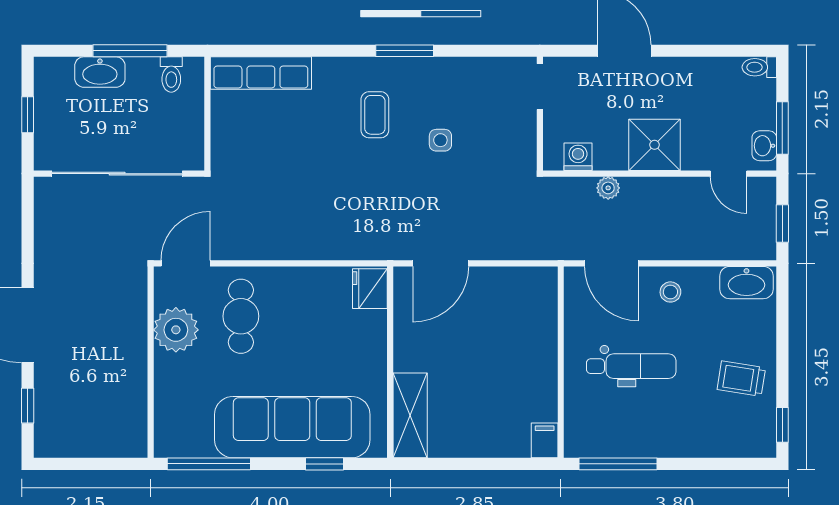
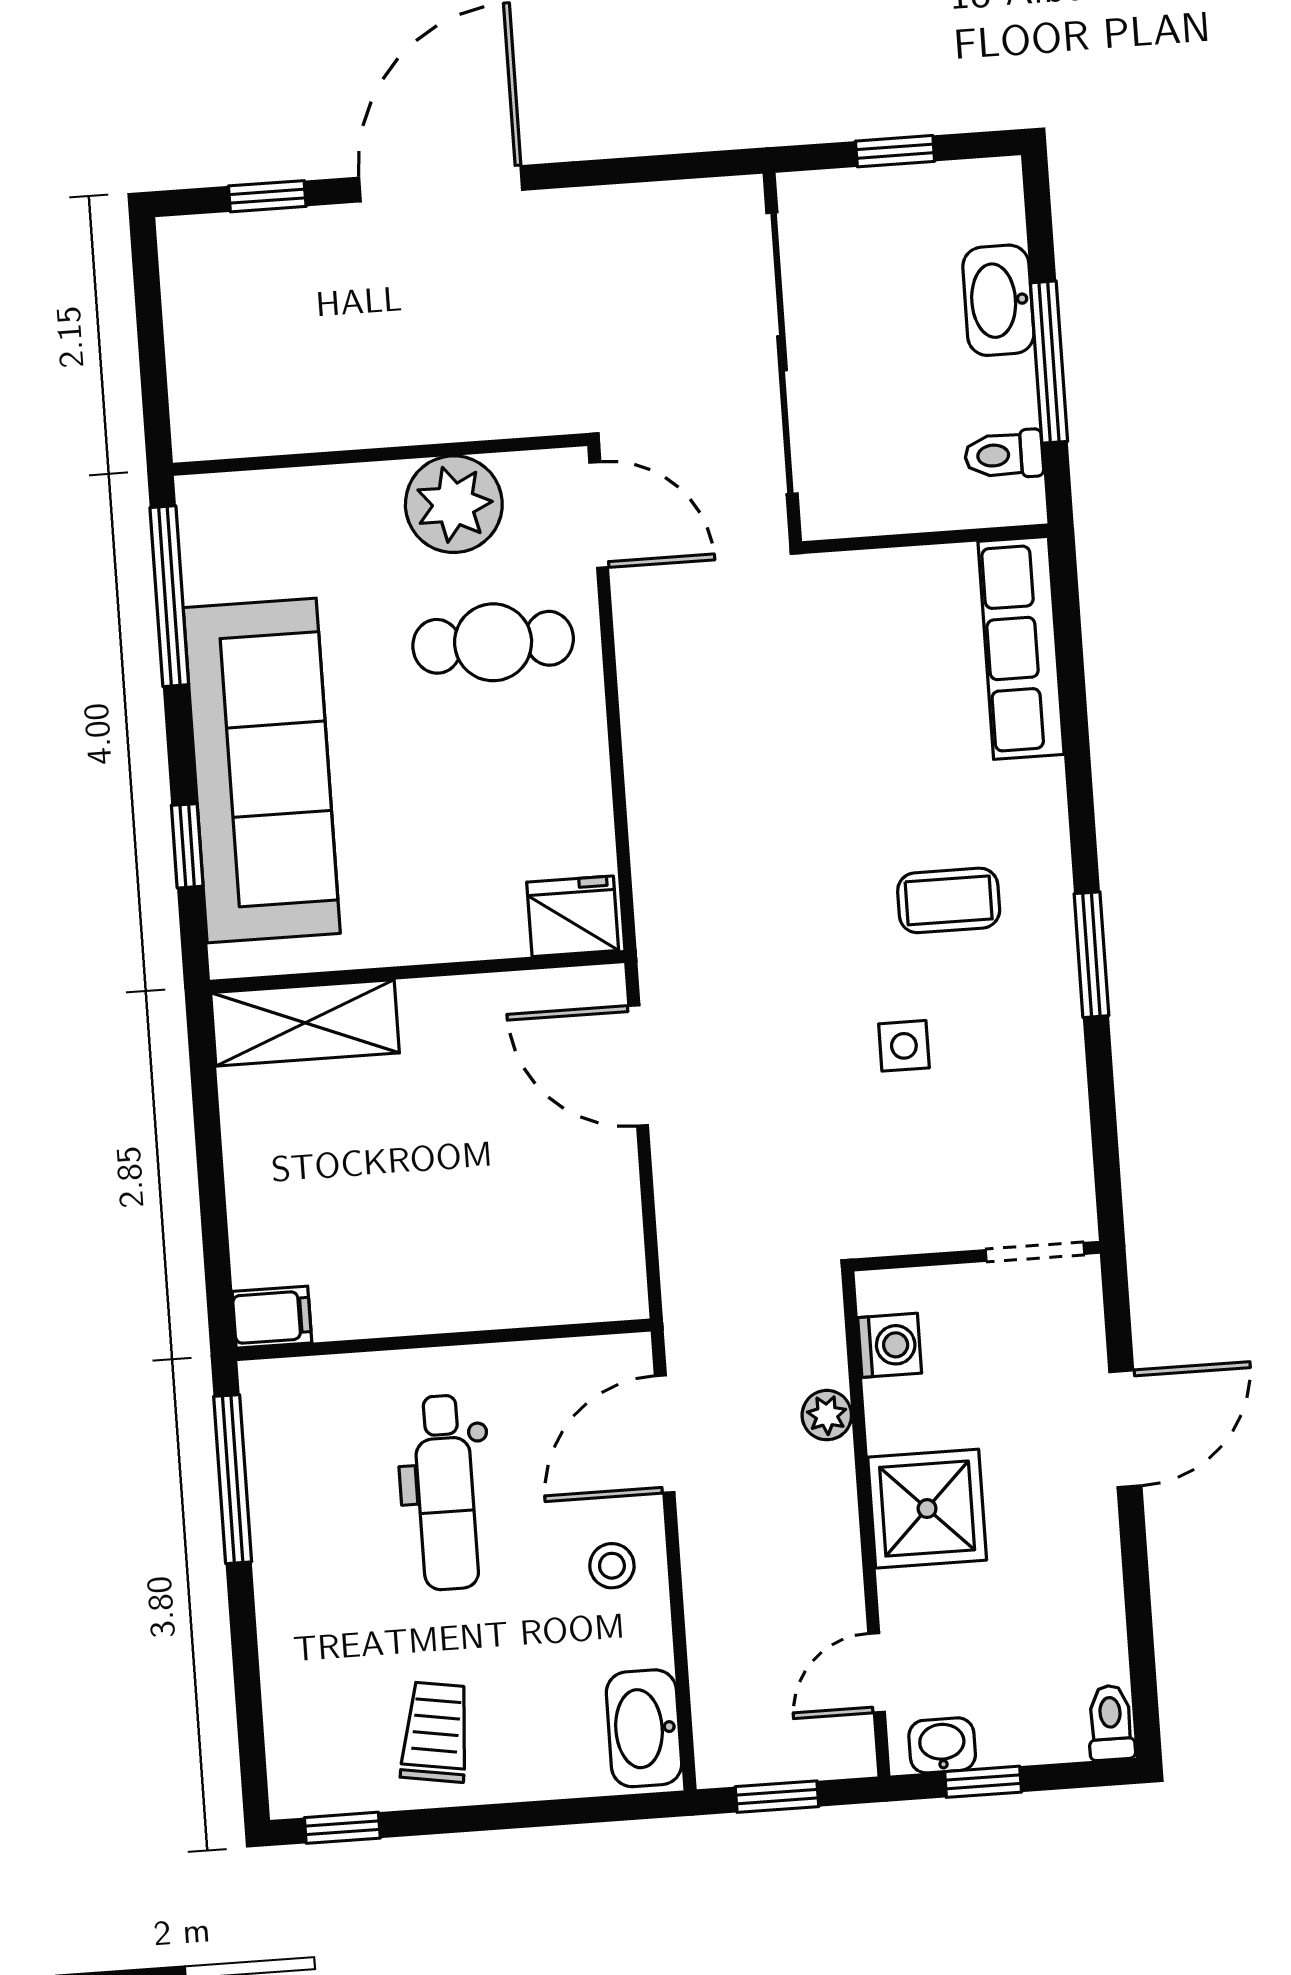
window: (782, 128) -> (983, 1782), width x0.67

